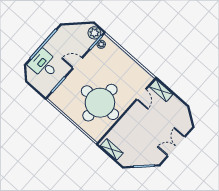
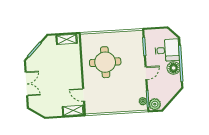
floor lamp: (52, 46) -> (174, 68), added
round table: (100, 103) -> (105, 62), width x0.73, depth x0.73

